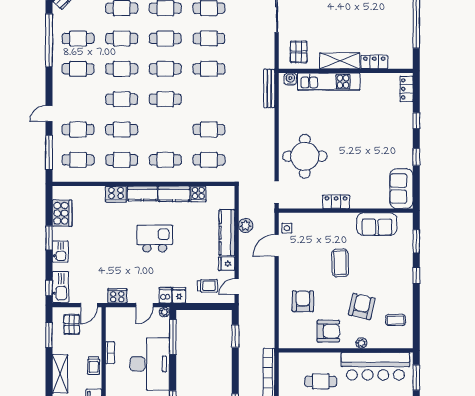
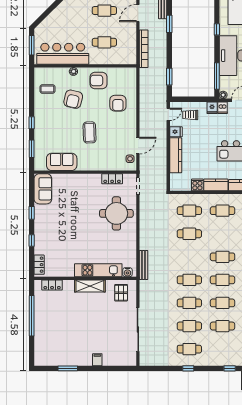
locker: (374, 62) -> (52, 285), moved
locker: (336, 202) -> (112, 179), moved
plant: (246, 225) -> (161, 161), removed

